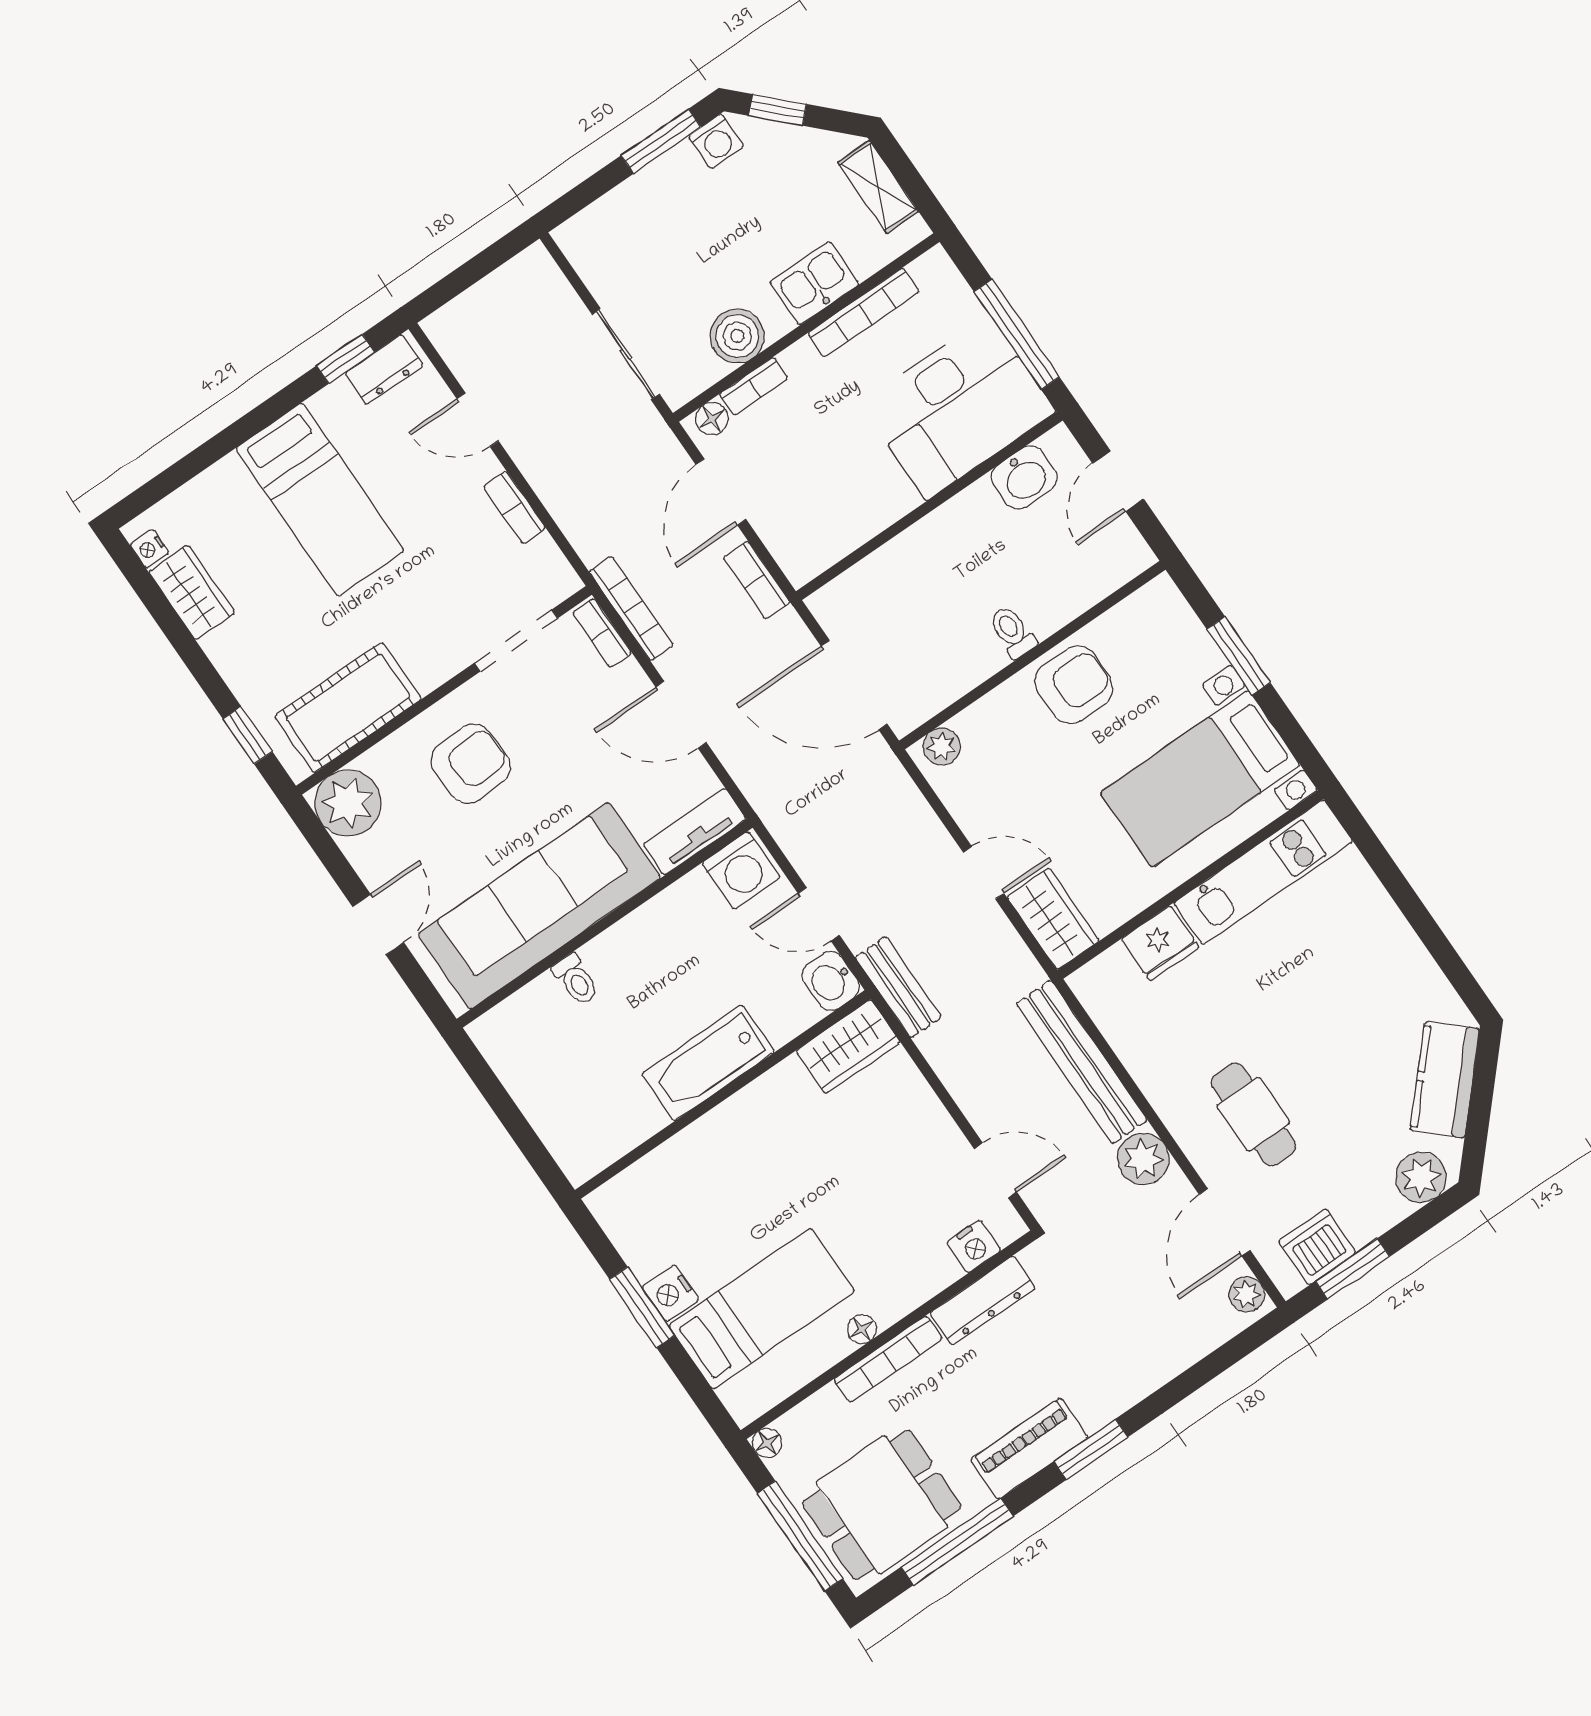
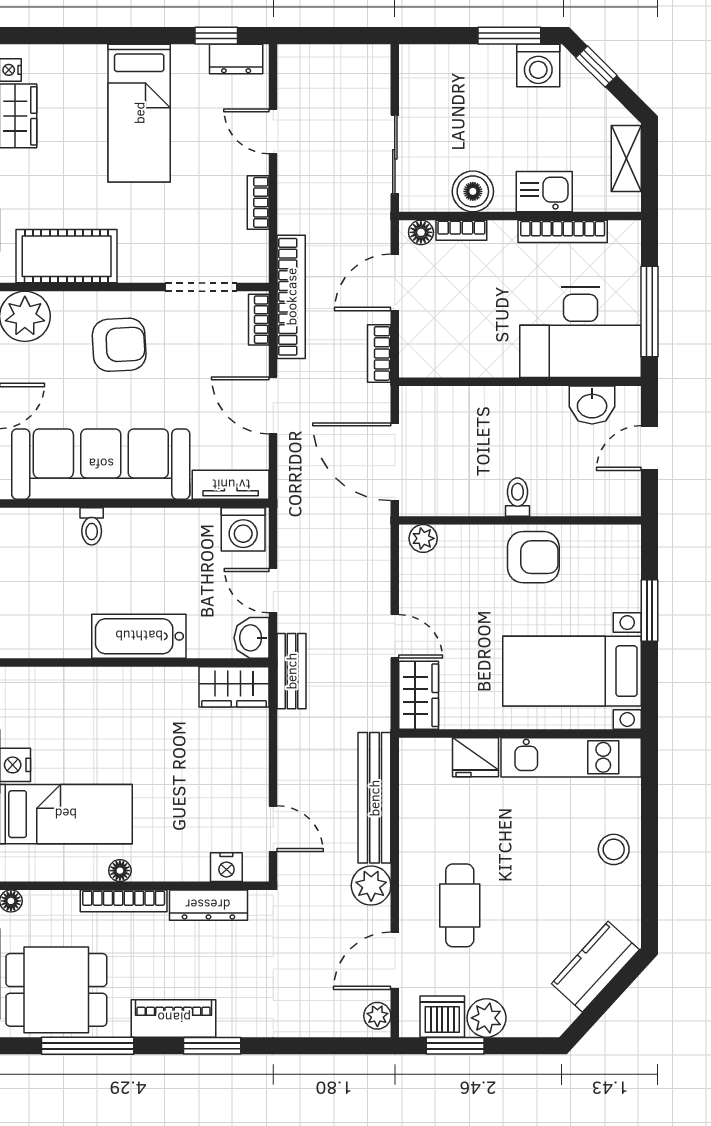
washing machine: (716, 141) -> (538, 66), width x1.38, depth x1.38
bookcase: (631, 608) -> (291, 297), width x1.48, depth x1.31
stool: (1378, 940) -> (614, 849), added
plant: (1421, 1177) -> (486, 1018), moved

